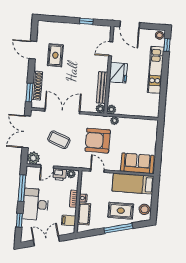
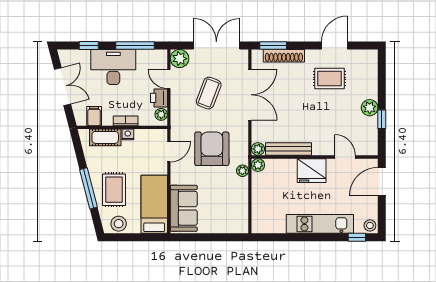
plant: (78, 29) -> (370, 108), added

